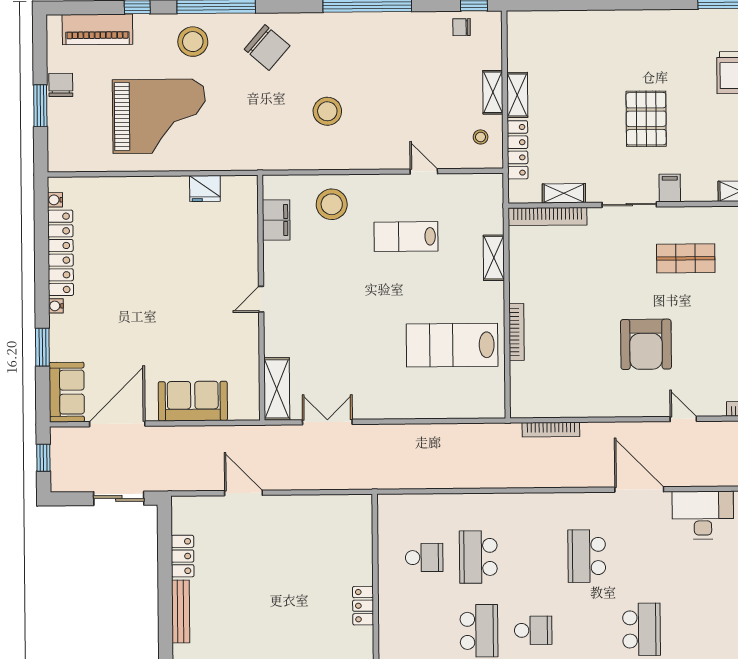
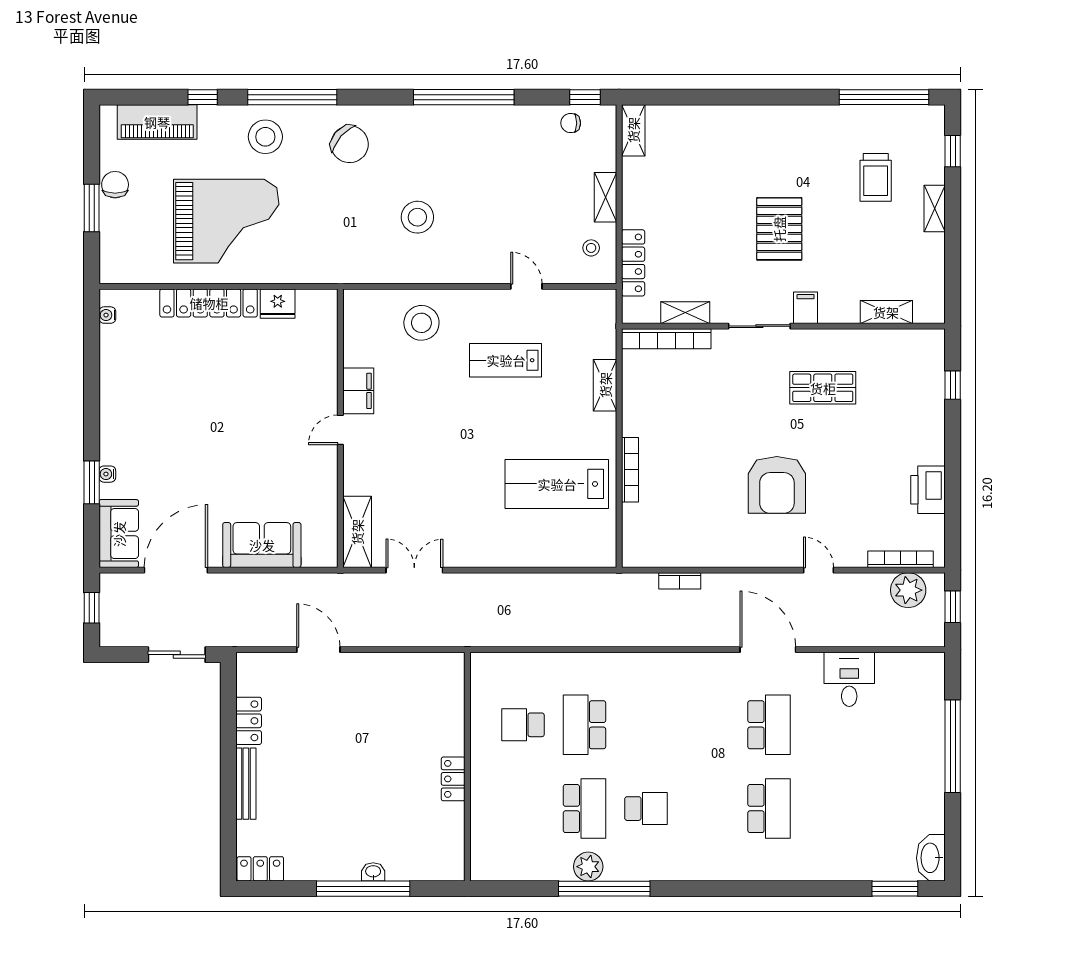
shelving: (517, 95) -> (633, 130), moved
filing cabinet: (276, 220) -> (358, 391), moved
locker: (61, 253) -> (209, 303), moved, turned 90
water cooler: (56, 306) -> (107, 474), moved
bookcase: (551, 430) -> (680, 581), width x0.64
desk: (703, 515) -> (849, 679), width x0.73
school desk: (587, 556) -> (769, 725), moved, turned 180
school desk: (424, 557) -> (523, 725), turned 180

